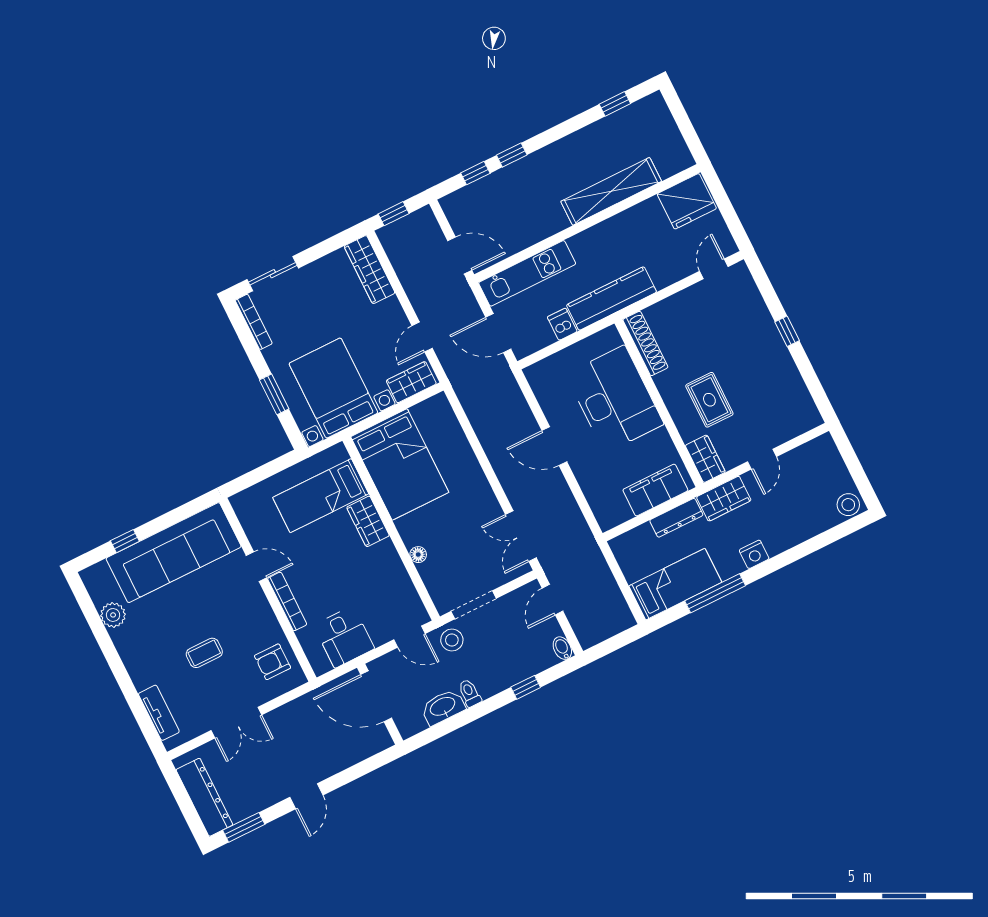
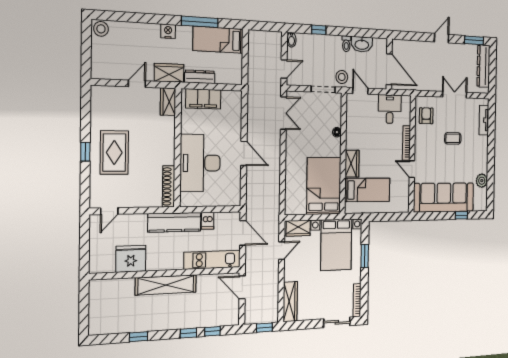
window: (615, 104) -> (138, 337), moved
shelving: (611, 191) -> (166, 285), moved
fridge: (687, 201) -> (131, 259), moved
rug: (709, 400) -> (114, 153), moved, width x1.36, depth x1.43
armchair: (273, 662) -> (426, 116), turned -90

